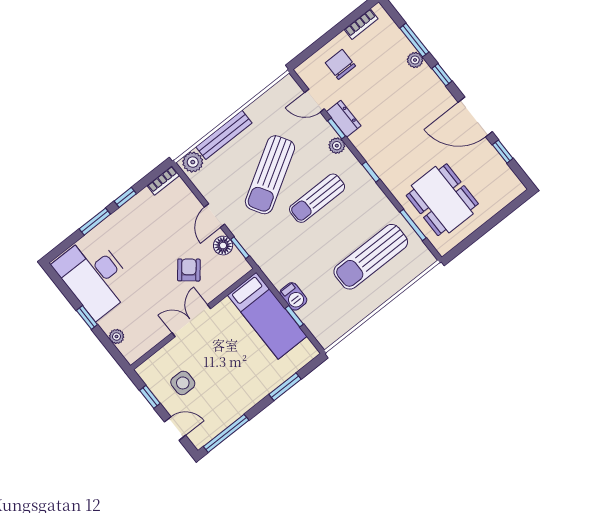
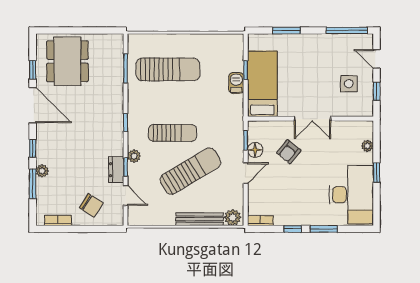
chair: (340, 64) -> (91, 205), turned -57
dining table: (442, 200) -> (67, 61), moved

